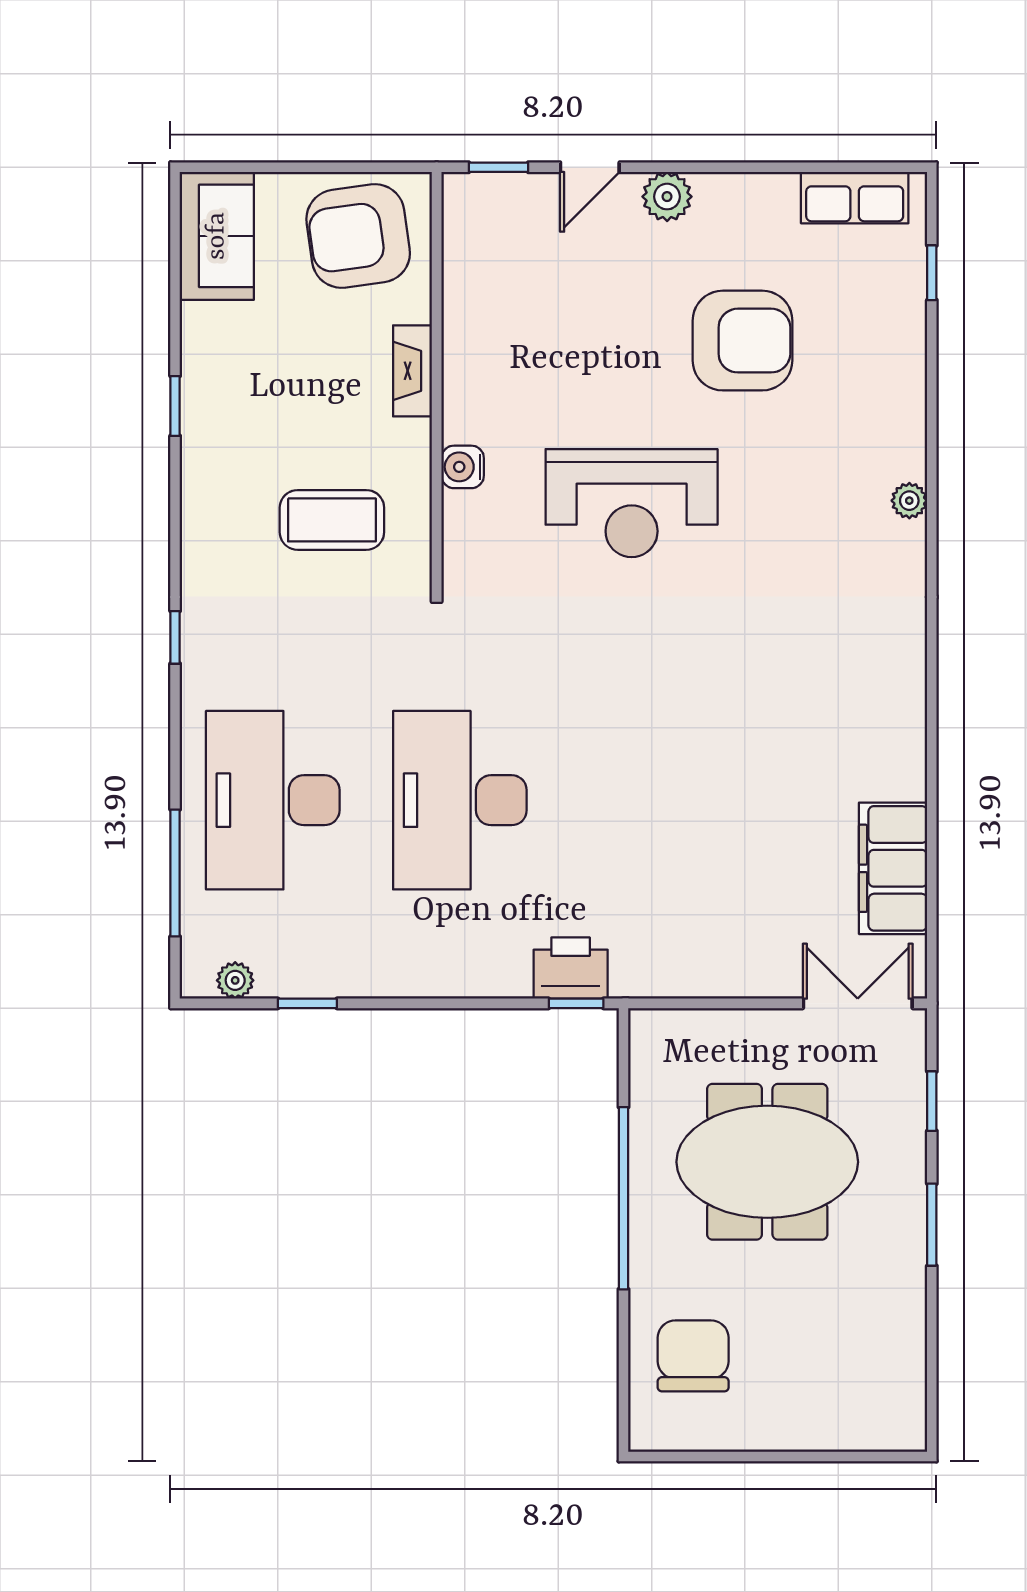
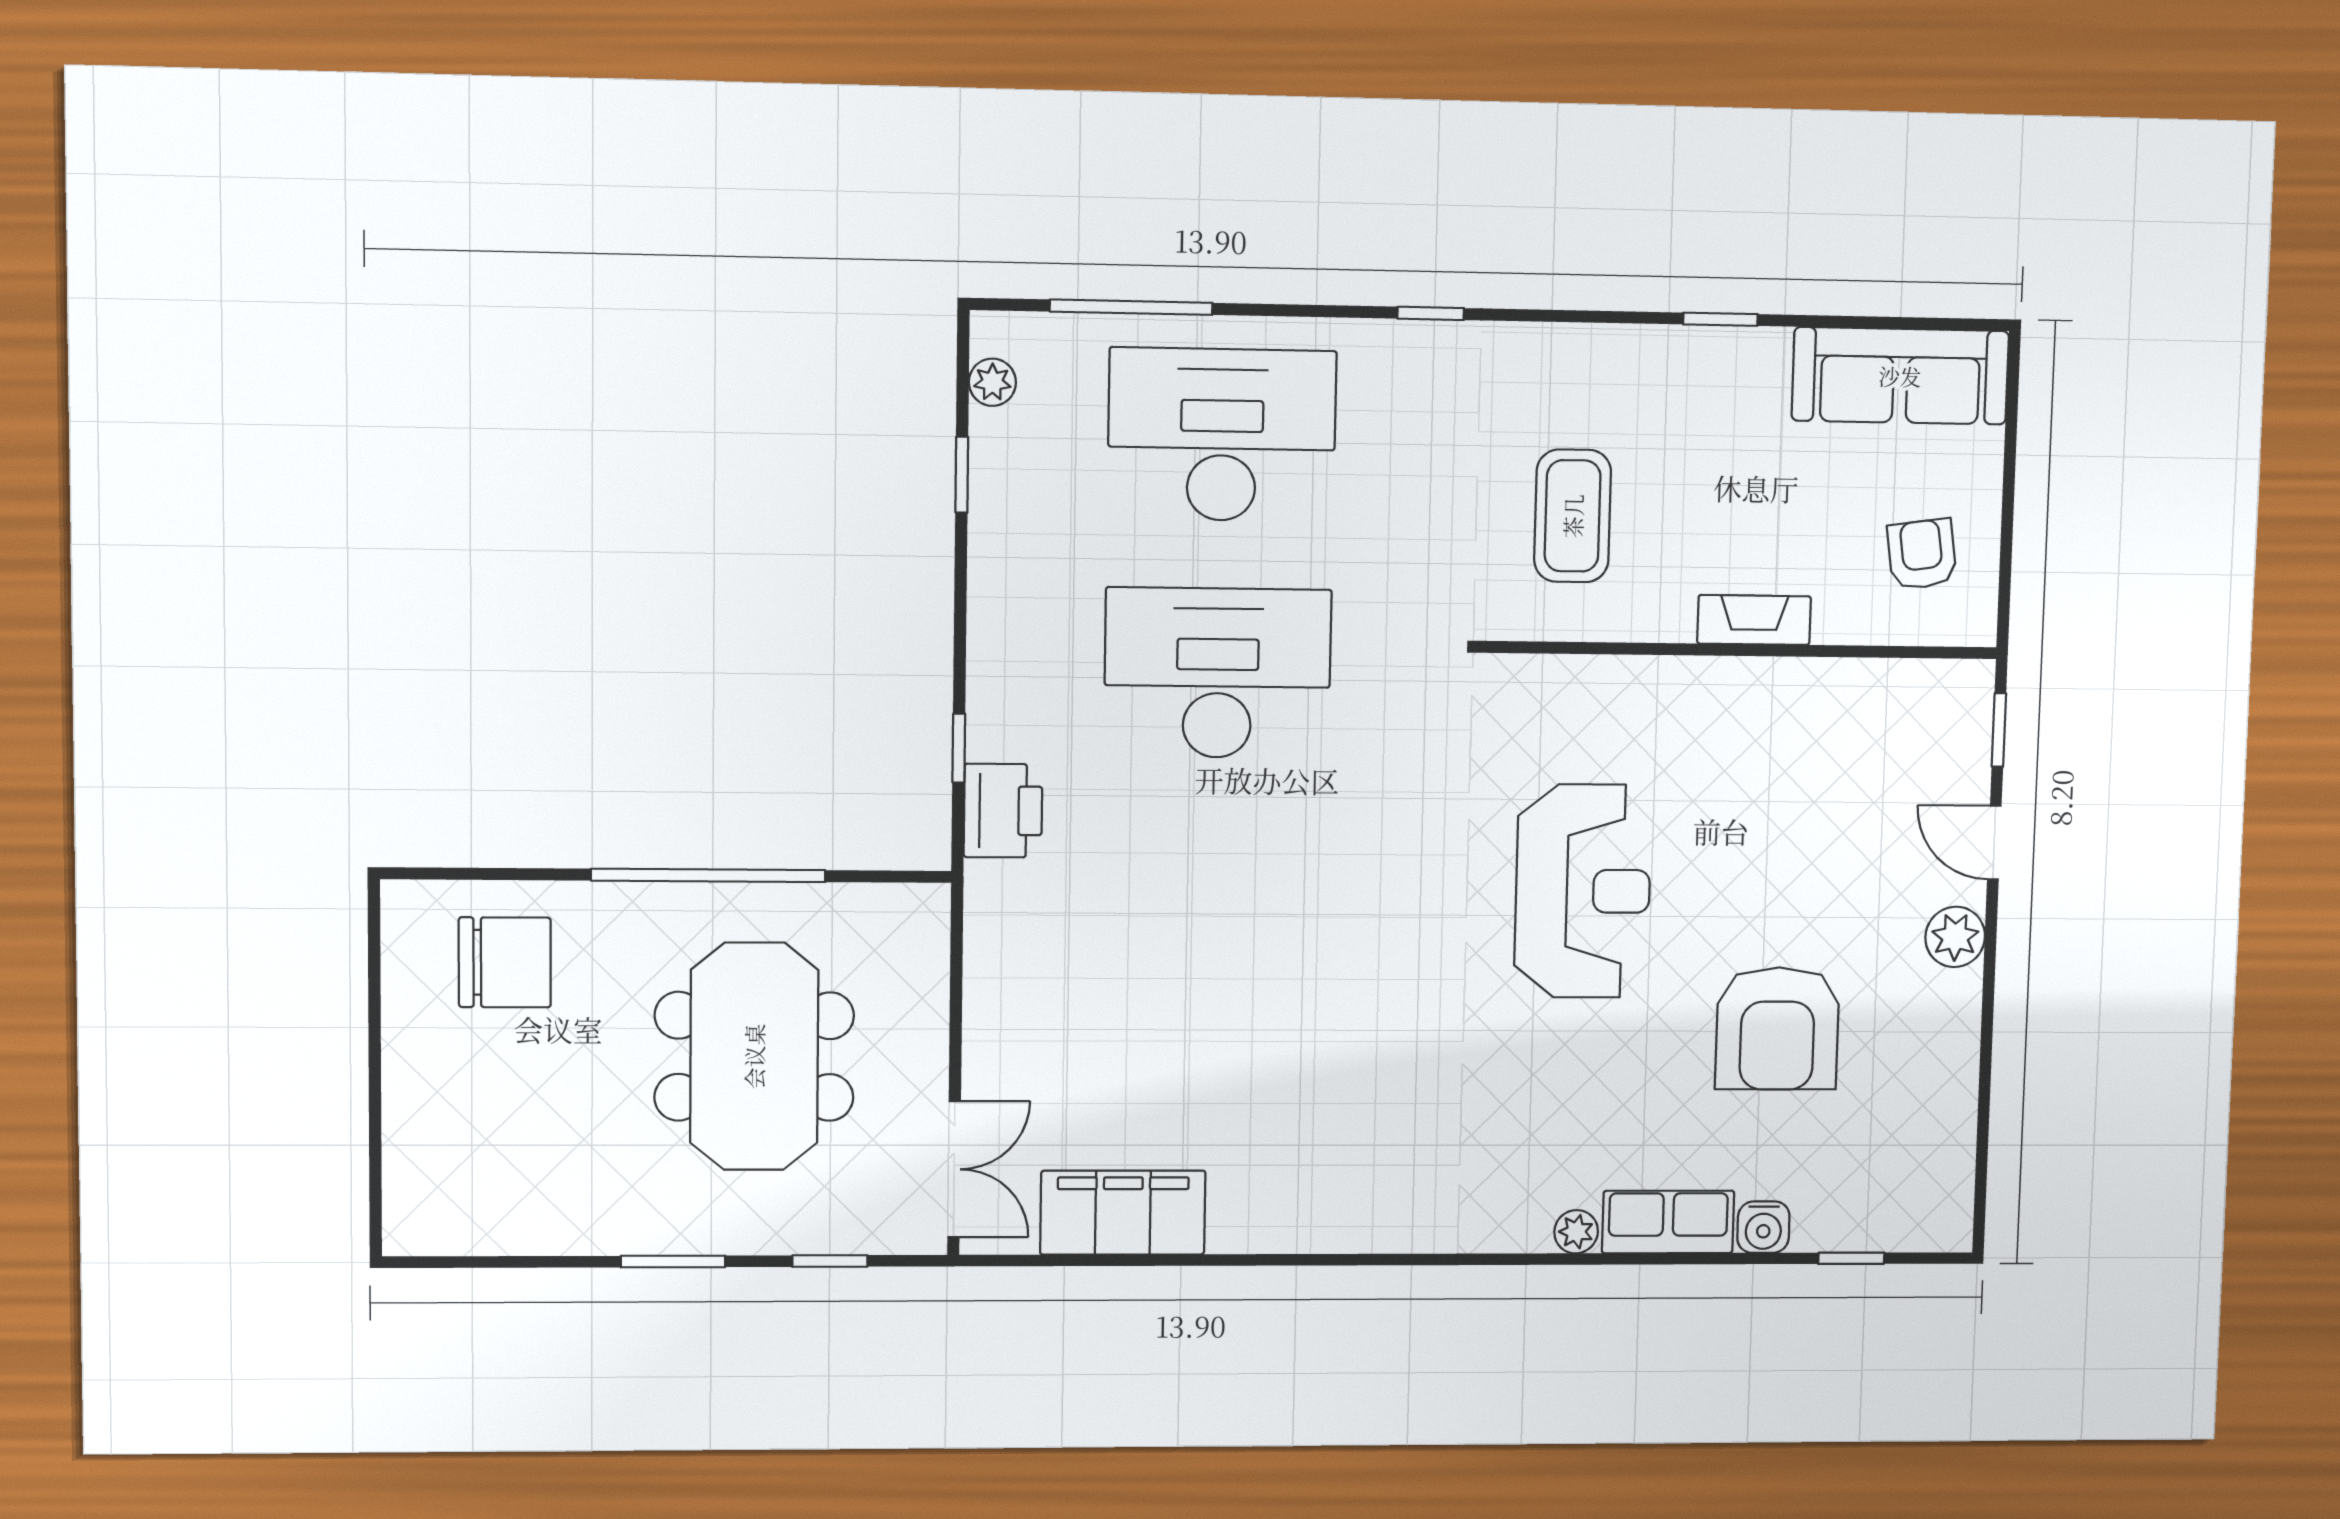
row of seats: (855, 198) -> (1668, 1222), moved, turned 90
sofa: (217, 236) -> (1900, 376), width x1.36
armchair: (358, 236) -> (1922, 554), width x0.53, depth x0.53
water cooler: (463, 467) -> (1763, 1227), moved, turned 180
reception desk: (632, 503) -> (1583, 891), turned 180
window: (576, 1003) -> (959, 748), moved

